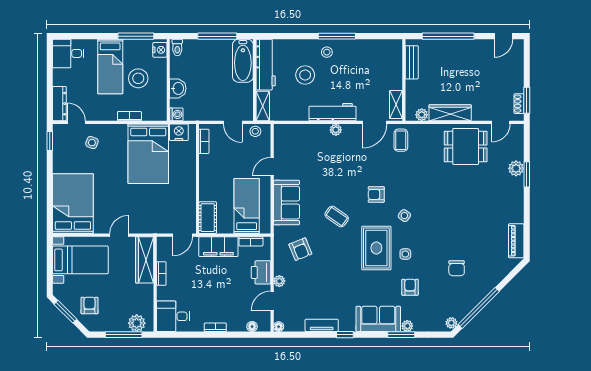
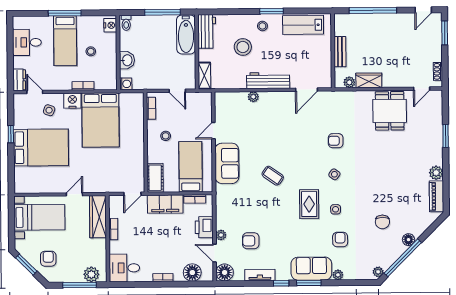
window: (136, 36) -> (65, 13), moved
window: (337, 36) -> (271, 11), width x0.69
lab bench: (371, 51) -> (303, 25), added
desk: (68, 53) -> (27, 42), moved
bench: (412, 62) -> (340, 52), moved
workbench: (266, 65) -> (207, 31), width x0.73
stool: (138, 78) -> (91, 51), width x0.53, depth x0.53
window: (527, 100) -> (445, 33), moved
dresser: (59, 104) -> (19, 80), width x0.70
shelving: (396, 105) -> (326, 73), removed
wardrobe: (450, 113) -> (369, 80), width x0.67
plant: (336, 130) -> (253, 97), moved
stool: (255, 131) -> (166, 136), moved
nightstand: (179, 132) -> (72, 101), moved
coffee table: (401, 140) -> (331, 106), removed
window: (50, 141) -> (11, 134), moved
dining table: (466, 146) -> (390, 111), turned 90
plant: (516, 168) -> (436, 173), moved
armchair: (376, 194) -> (336, 141), moved
bed: (73, 204) -> (41, 148), moved, turned 90
rug: (376, 248) -> (309, 204), width x0.73, depth x0.70
armchair: (300, 249) -> (251, 241), moved, turned 112
floor lamp: (485, 288) -> (408, 240), added
door: (272, 301) -> (215, 253), hinge flipped
floor lamp: (252, 327) -> (192, 273), width x1.89, depth x1.89
floor lamp: (279, 327) -> (225, 272), width x1.89, depth x1.89
window: (401, 335) -> (309, 283), moved

